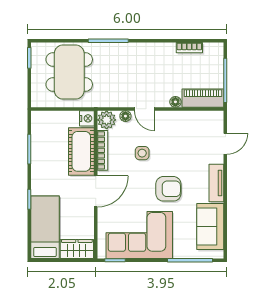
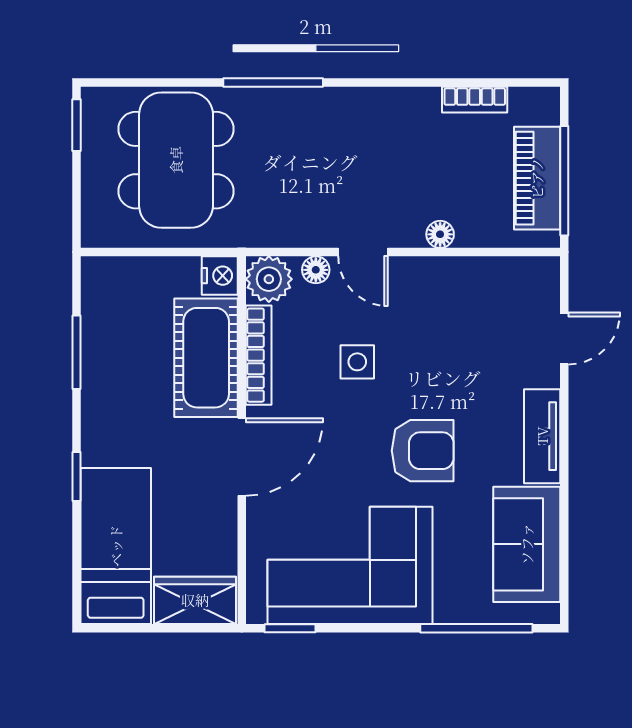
piano: (203, 98) -> (537, 178), moved, turned -90

